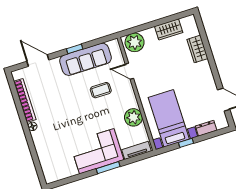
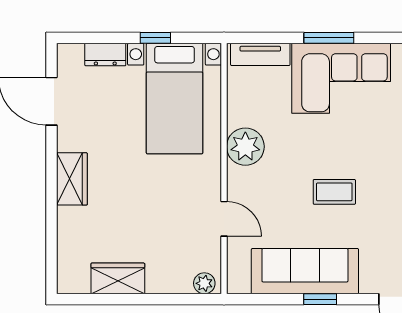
plant: (135, 42) -> (204, 283), width x0.53, depth x0.53
wardrobe: (197, 49) -> (72, 179), moved
coffee table: (101, 90) -> (334, 192), moved
plant: (133, 117) -> (245, 147), moved

